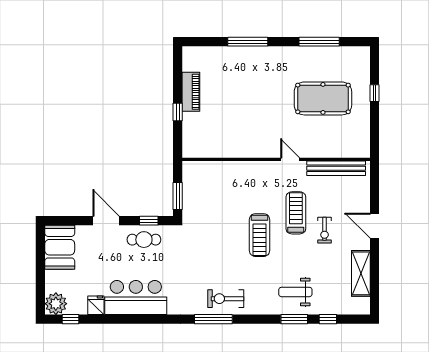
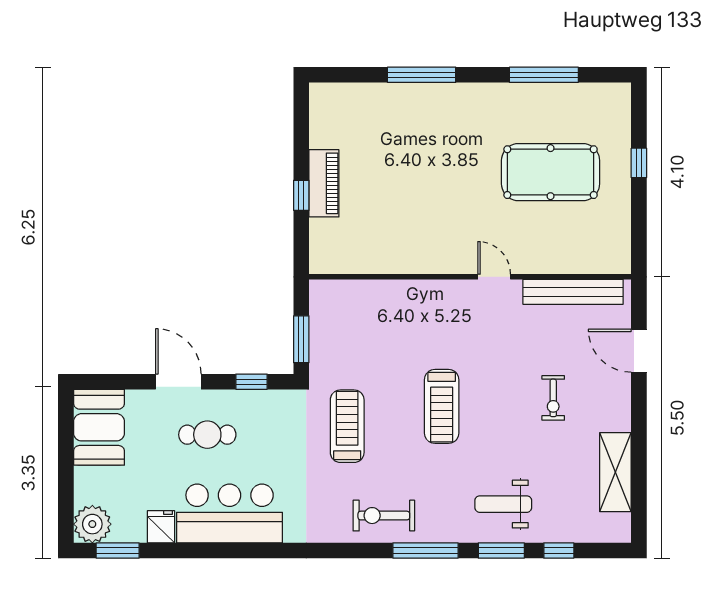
piano: (191, 92) -> (324, 183), moved
treadmill: (296, 213) -> (347, 426), moved
door: (375, 226) -> (639, 351), moved
cafe table: (144, 240) -> (207, 435), moved
window: (71, 319) -> (118, 551), width x1.50
window: (213, 319) -> (425, 551), moved

